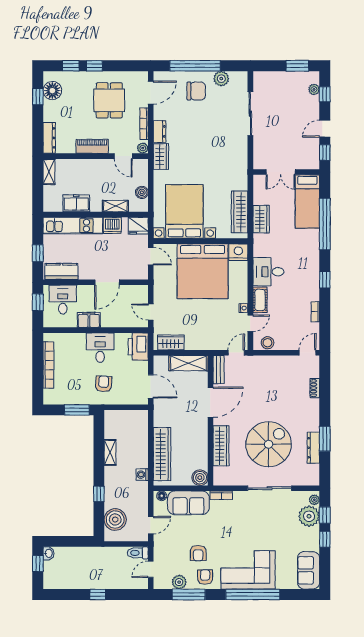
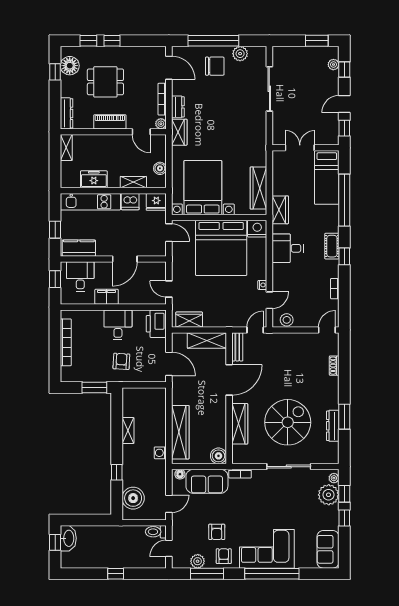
door: (151, 93) -> (169, 68), hinge flipped
dining table: (109, 100) -> (105, 82), moved, turned 90
double door: (281, 172) -> (300, 148), swing flipped
wardrobe: (261, 219) -> (280, 210), moved
cot: (260, 300) -> (332, 246), moved
washbasin: (49, 553) -> (68, 538), width x1.91, depth x1.45

